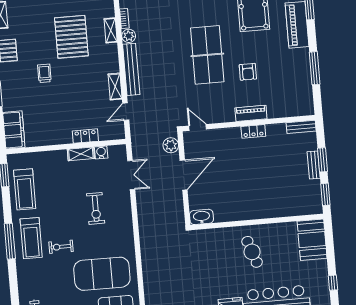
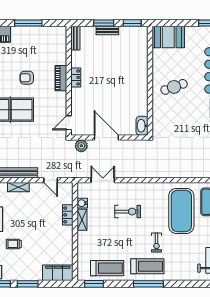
armchair: (248, 72) -> (27, 78), turned 180
shelving: (115, 87) -> (18, 187), moved

